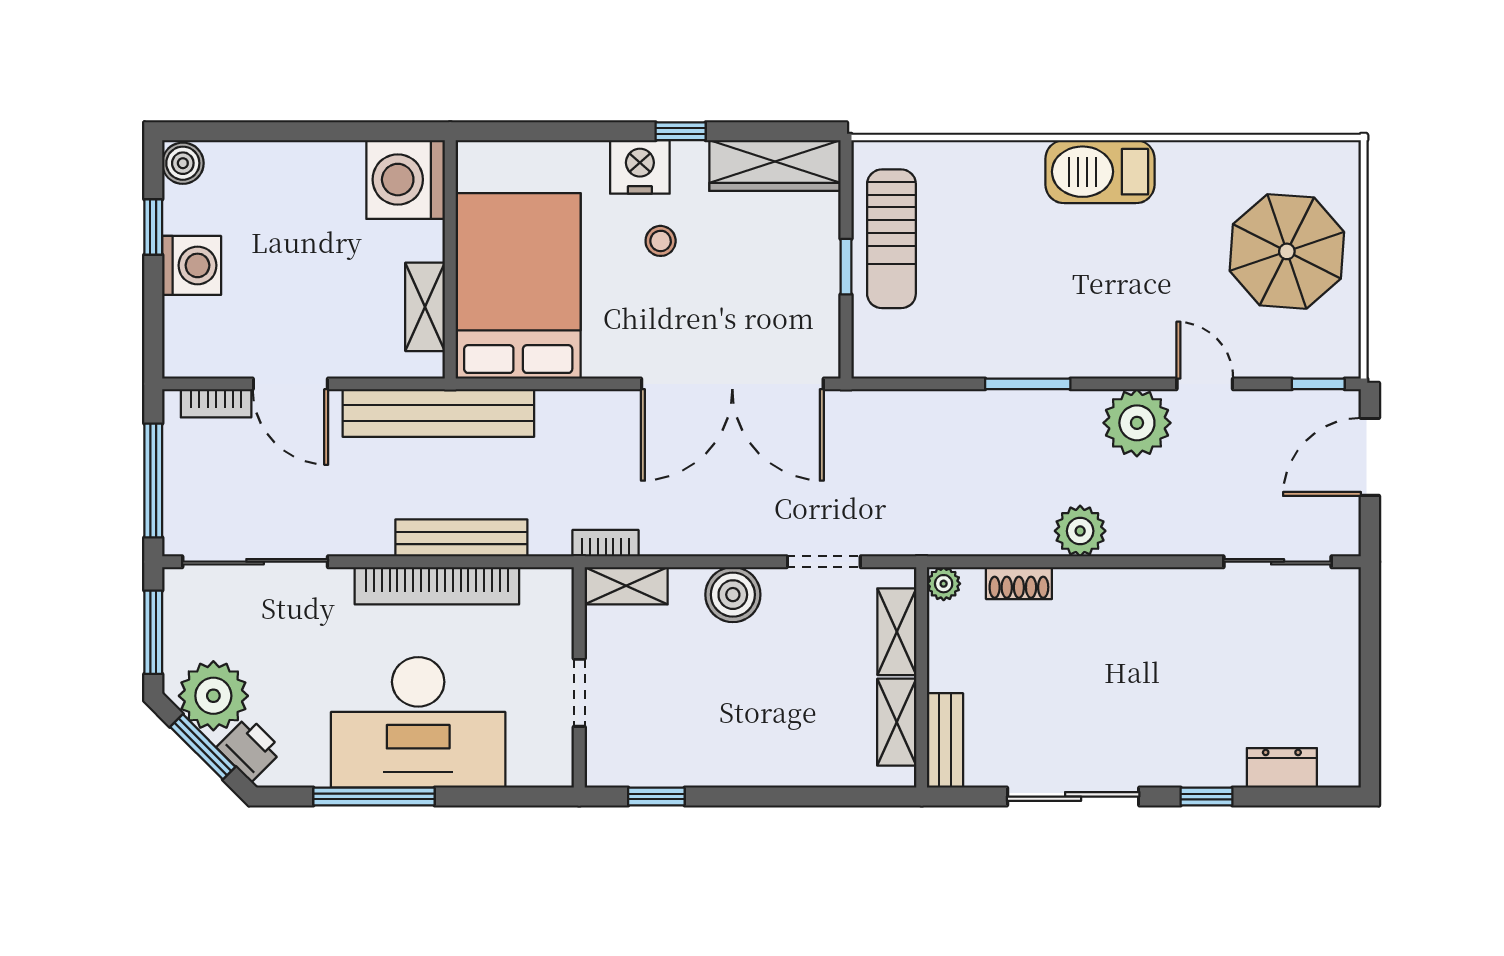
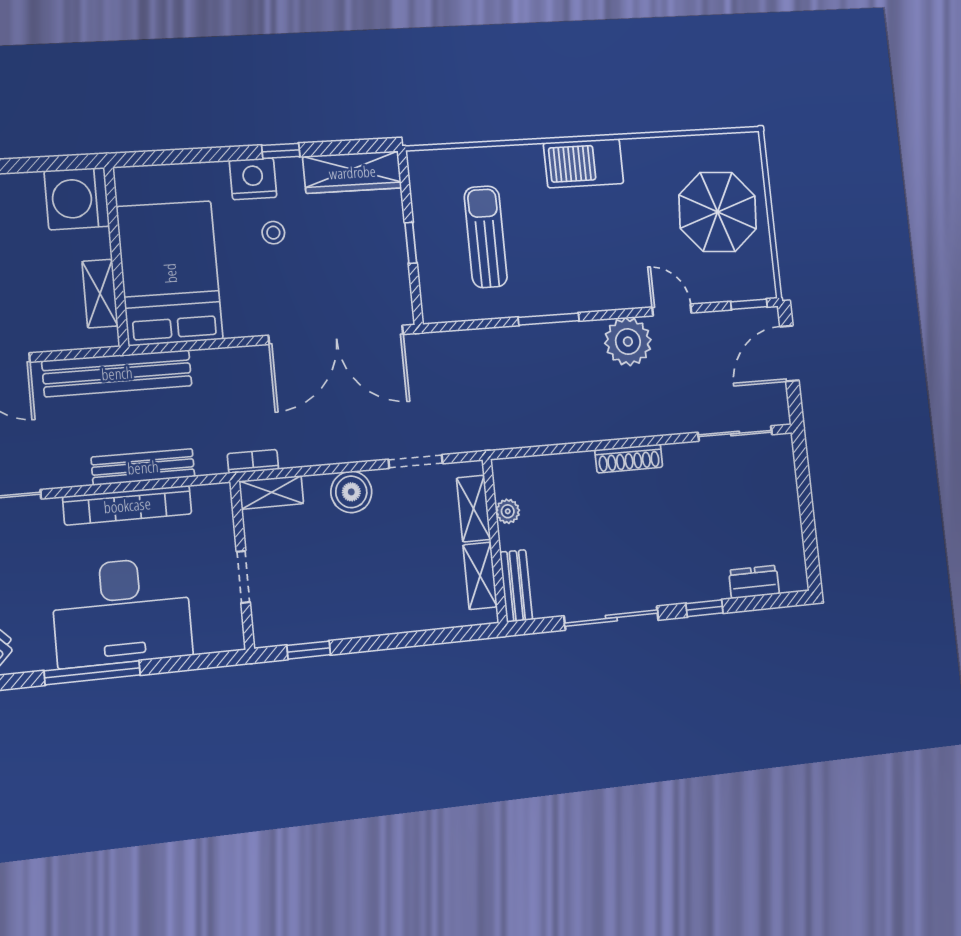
sun lounger: (891, 239) -> (486, 237), moved, turned 180
plant: (1080, 531) -> (596, 423), removed
shoe rack: (1019, 583) -> (629, 458), moved, width x1.43
plant: (944, 584) -> (508, 511), moved

